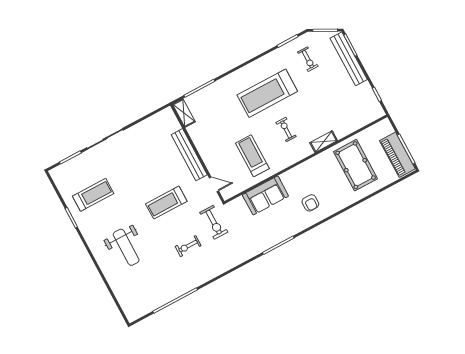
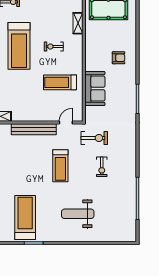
treadmill: (93, 195) -> (25, 217), width x1.37, depth x1.38
weight bench: (126, 247) -> (78, 214), turned 180

